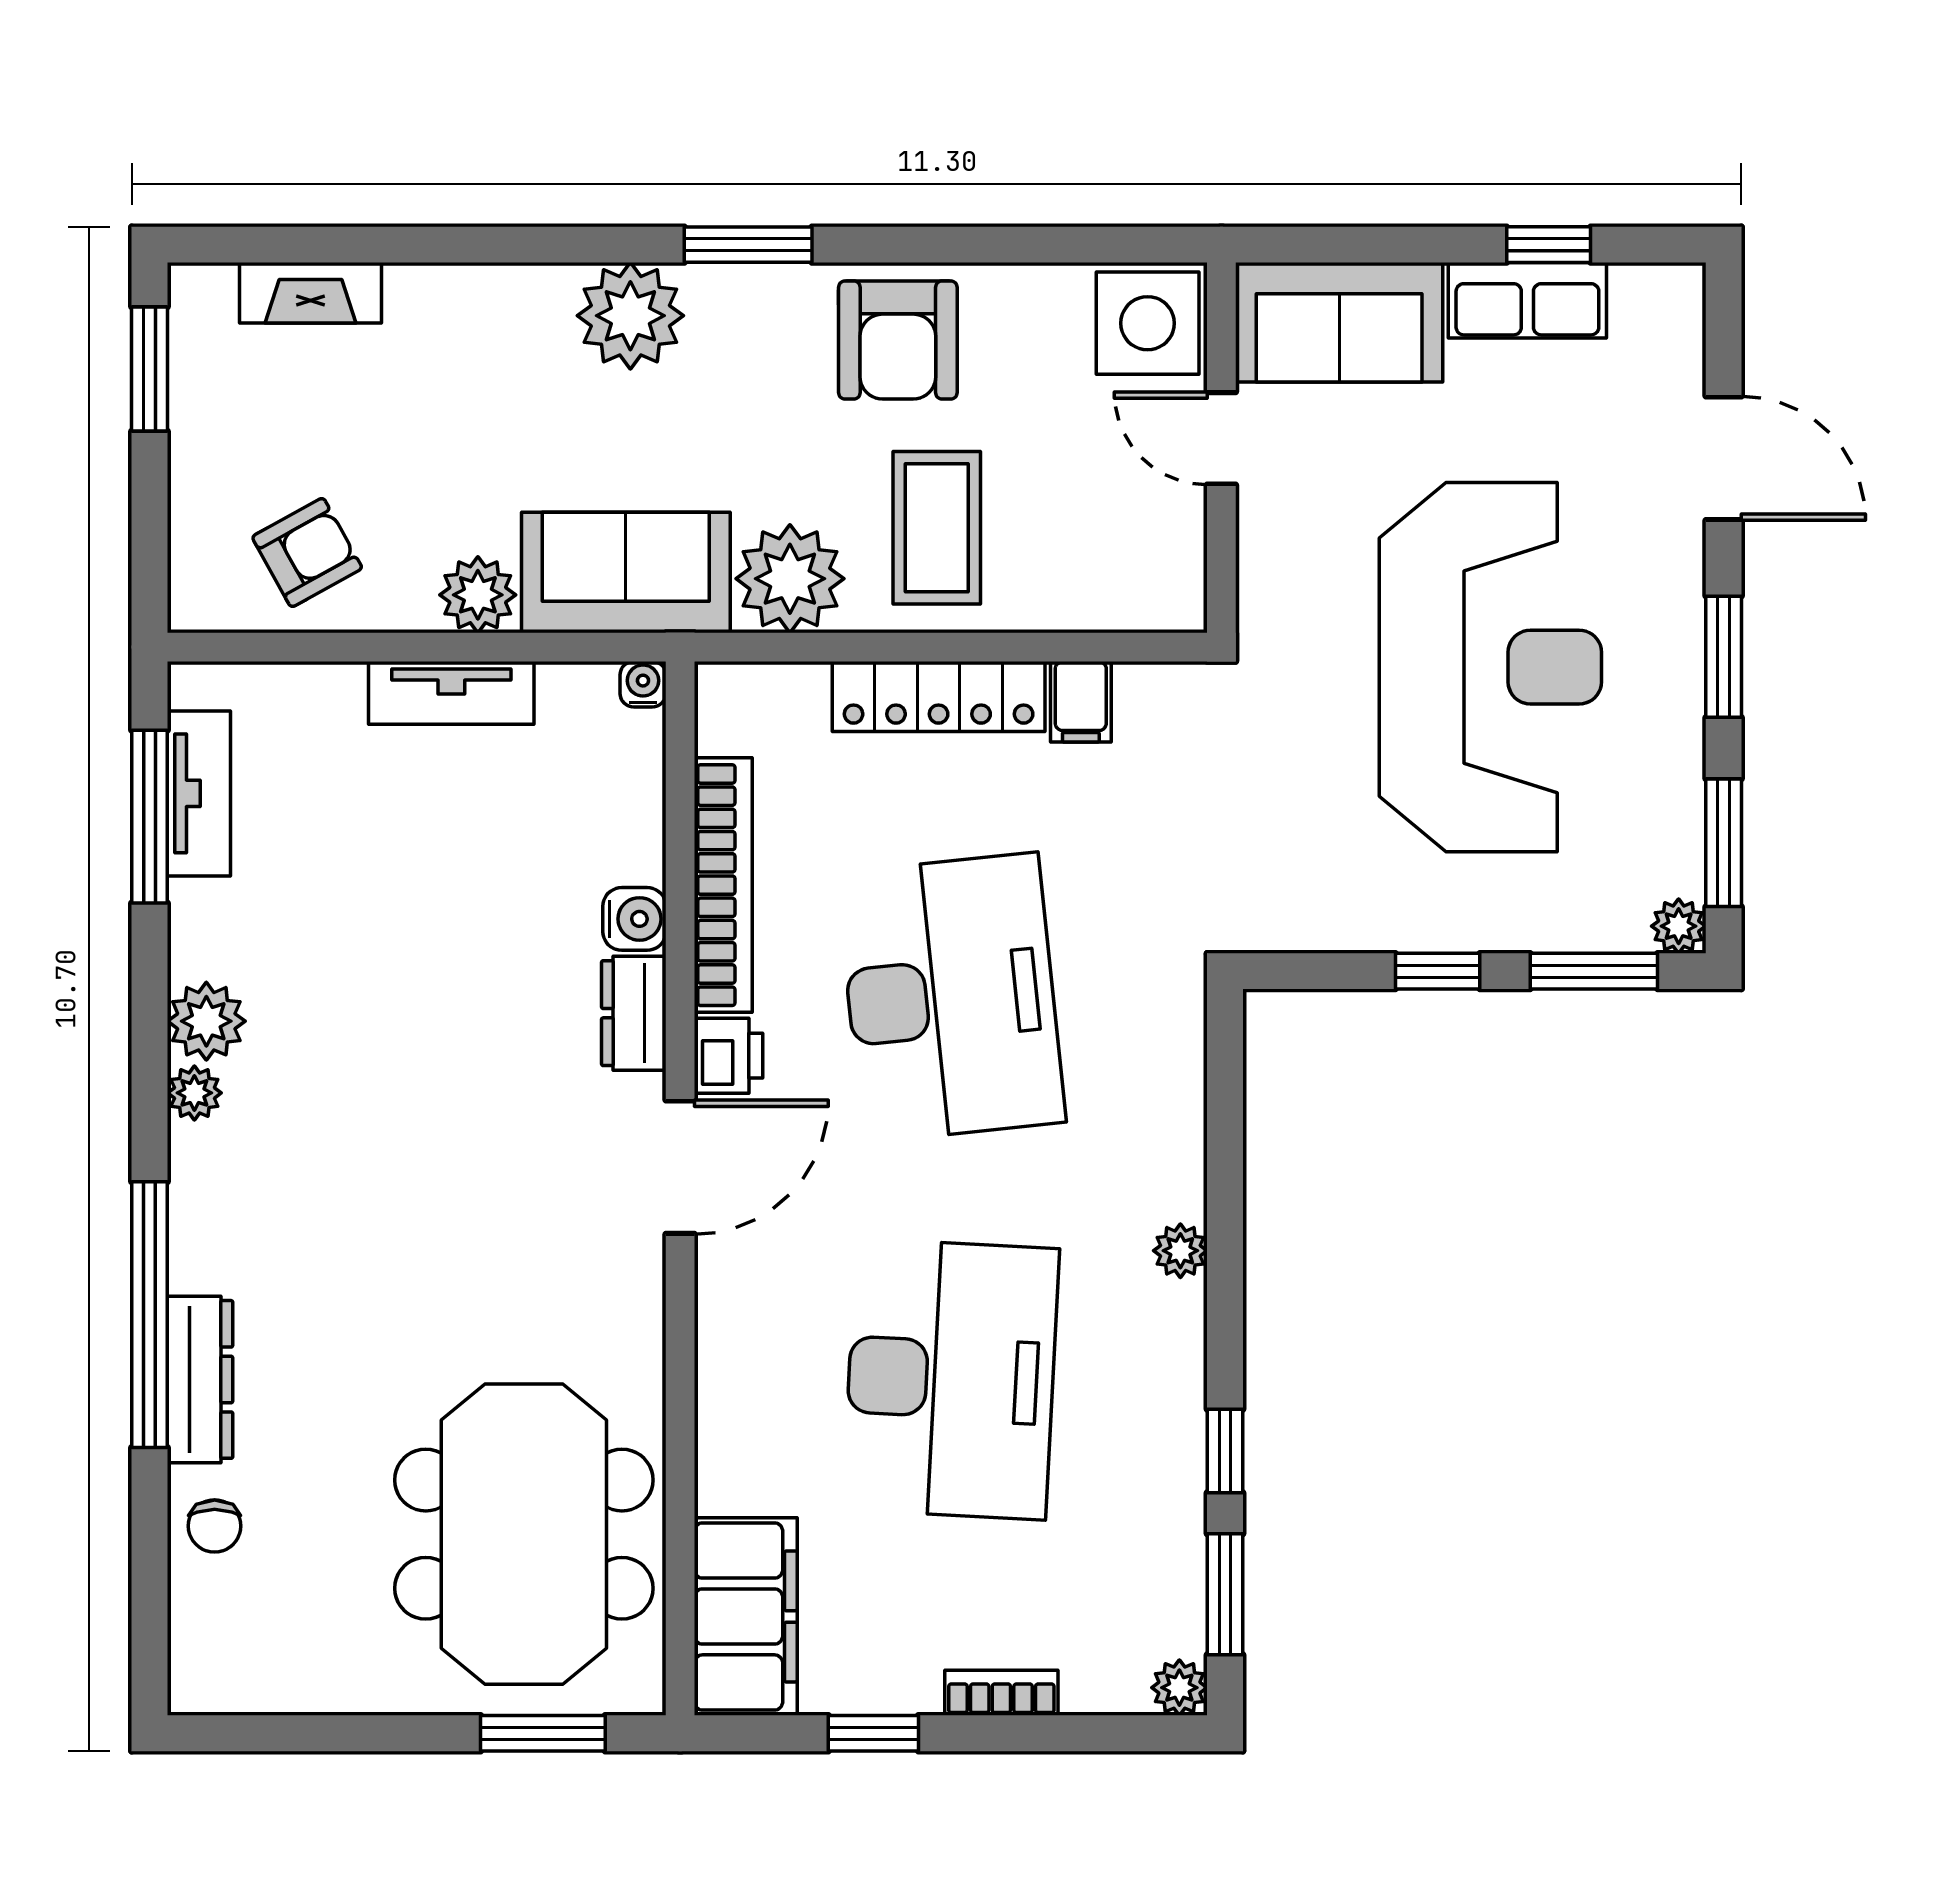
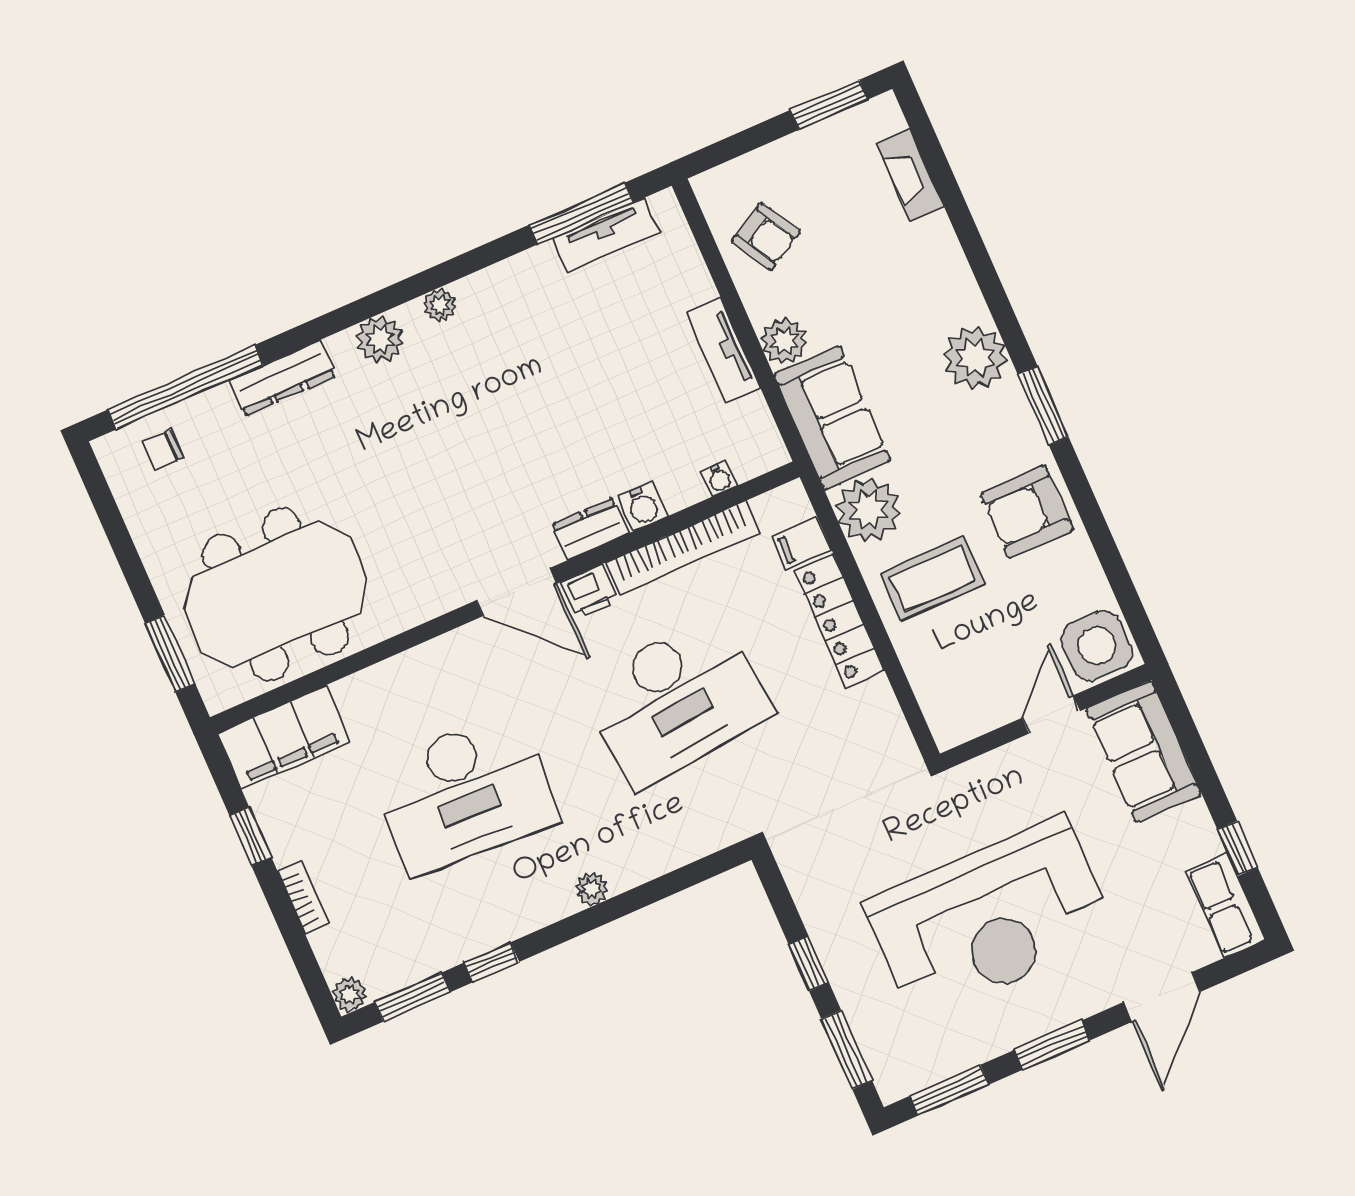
row of seats: (1527, 300) -> (1226, 905), moved
water cooler: (643, 684) -> (719, 478), moved, turned 90
filing cabinet: (1081, 702) -> (802, 543), moved
plant: (1679, 926) -> (892, 1086), removed
plant: (206, 1021) -> (380, 339), moved
window: (150, 1315) -> (185, 387), moved
chair: (215, 1526) -> (163, 450), moved

